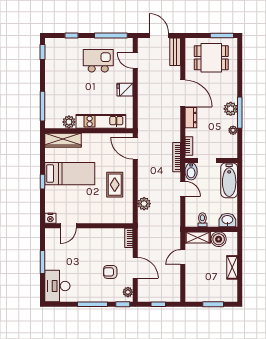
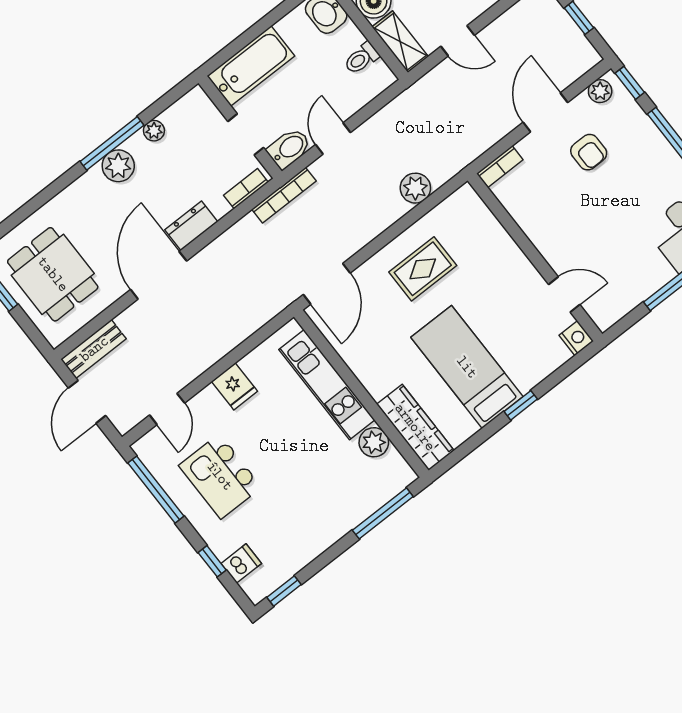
dishwasher: (63, 45) -> (241, 563), added

